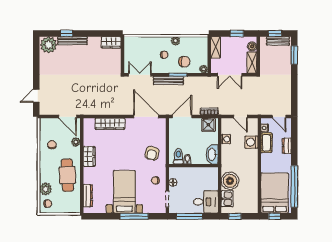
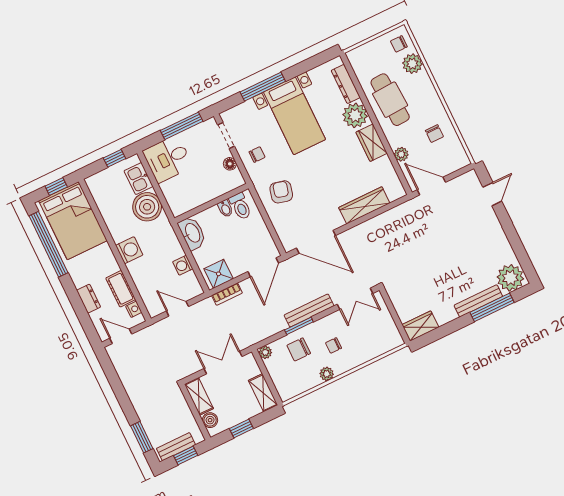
window: (67, 33) -> (492, 307), width x2.17
washing machine: (251, 142) -> (129, 250), moved
plant: (91, 176) -> (355, 115), added

